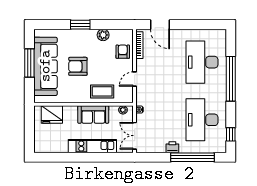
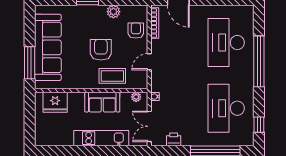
window: (29, 63) -> (30, 63), moved
armchair: (78, 66) -> (101, 50), moved, turned 90
printer: (172, 147) -> (174, 139), moved

